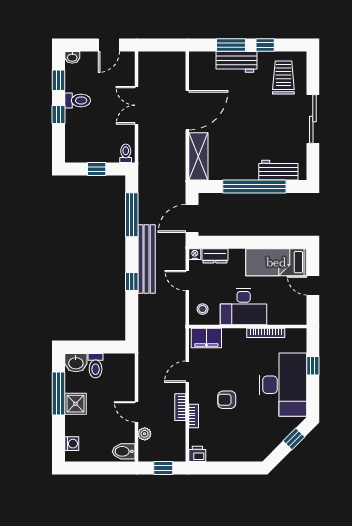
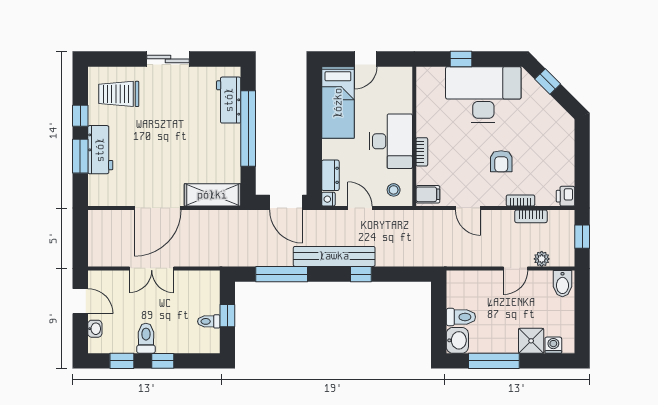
washbasin: (72, 57) -> (95, 329), moved
door: (187, 110) -> (158, 208), swing flipped
sliding door: (313, 119) -> (168, 59), width x0.73
toilet: (126, 153) -> (209, 321), moved
door: (187, 281) -> (360, 208), swing flipped
bookcase: (266, 333) -> (422, 152), moved, width x0.64
filing cabinet: (206, 338) -> (428, 194), width x0.50
shower: (75, 404) -> (531, 341), moved
bookcase: (180, 407) -> (531, 216), moved

